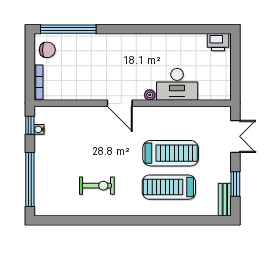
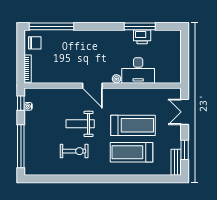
window: (179, 29) -> (140, 26), added
printer: (218, 42) -> (142, 37), moved
double door: (235, 136) -> (185, 112), swing flipped
weight bench: (104, 151) -> (80, 124), added

